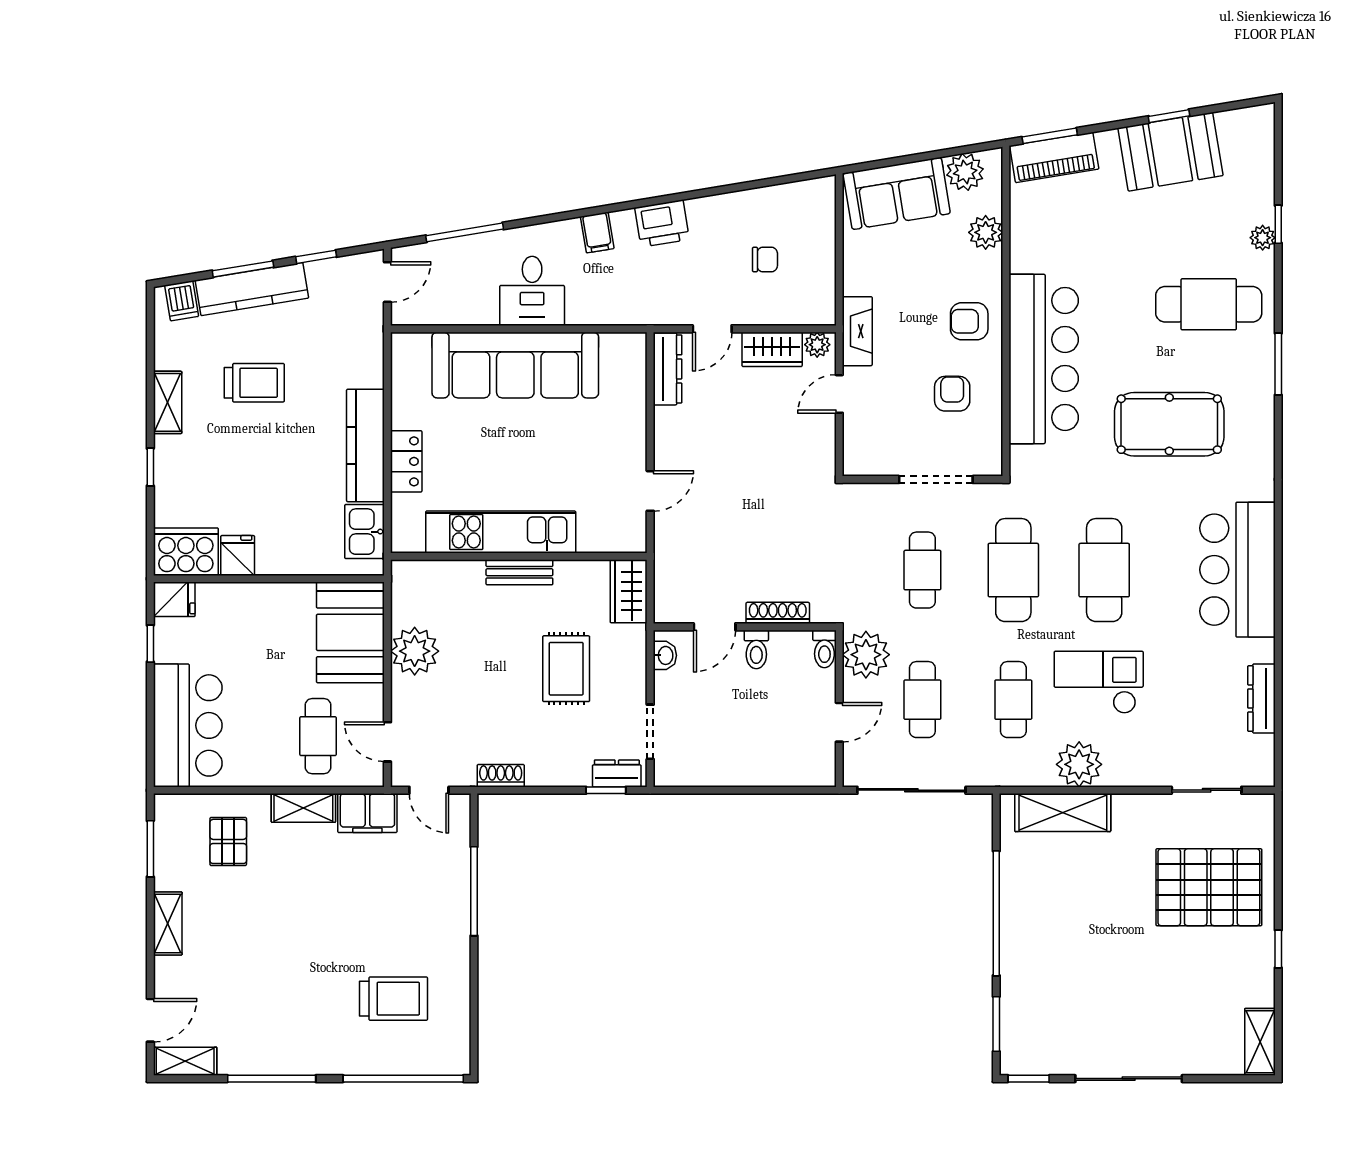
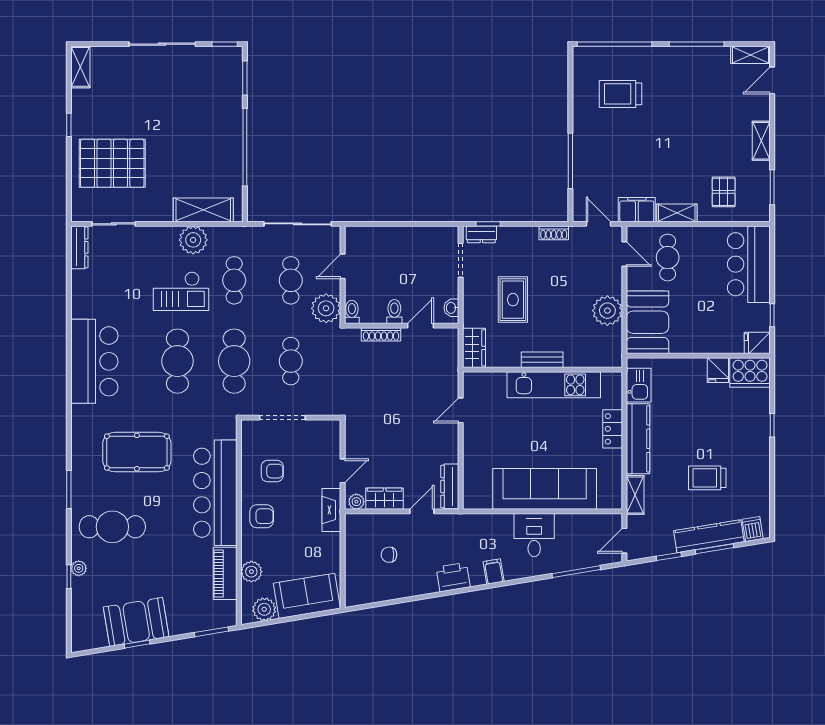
piano: (1054, 157) -> (225, 573), moved, turned -81
armchair: (952, 394) -> (272, 471), turned -90
shelving: (168, 402) -> (635, 495), moved
dresser: (1261, 699) -> (79, 247), moved

